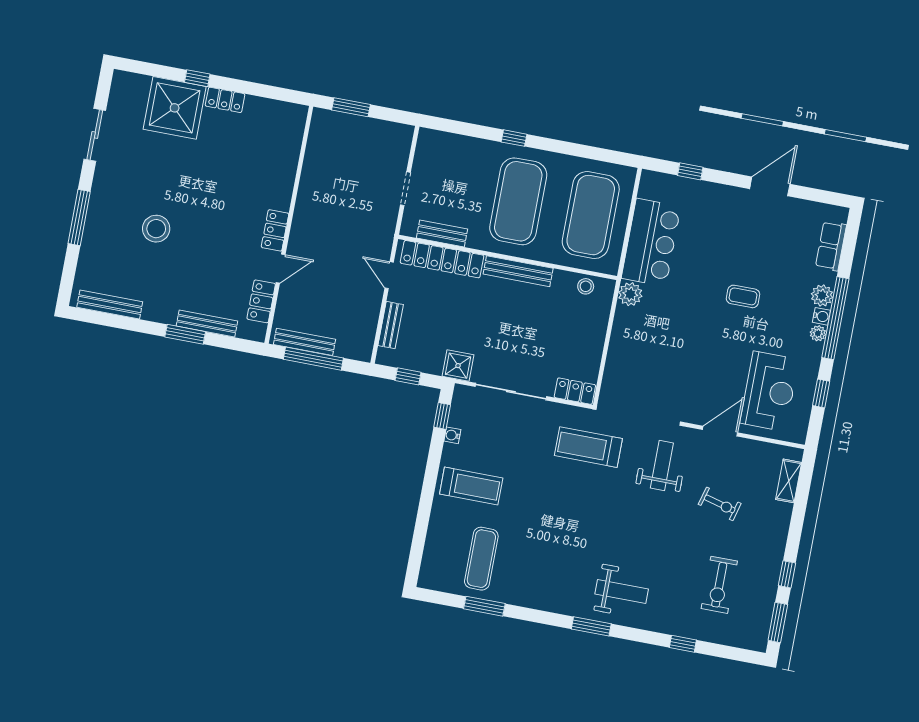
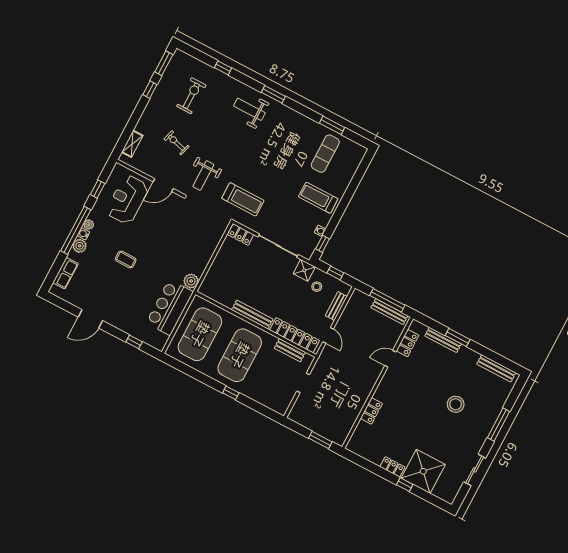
locker: (275, 230) -> (371, 411), moved
stool: (586, 286) -> (317, 287), moved

